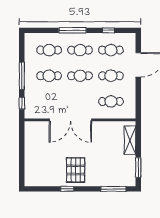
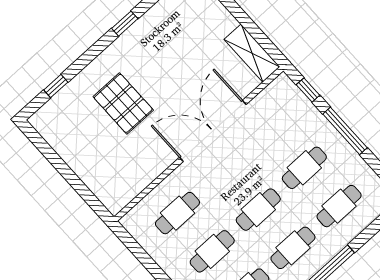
shelving: (130, 140) -> (252, 53), moved
window: (138, 168) -> (47, 151), removed
pallet: (76, 170) -> (123, 103), moved
window: (113, 189) -> (56, 86), width x0.46

